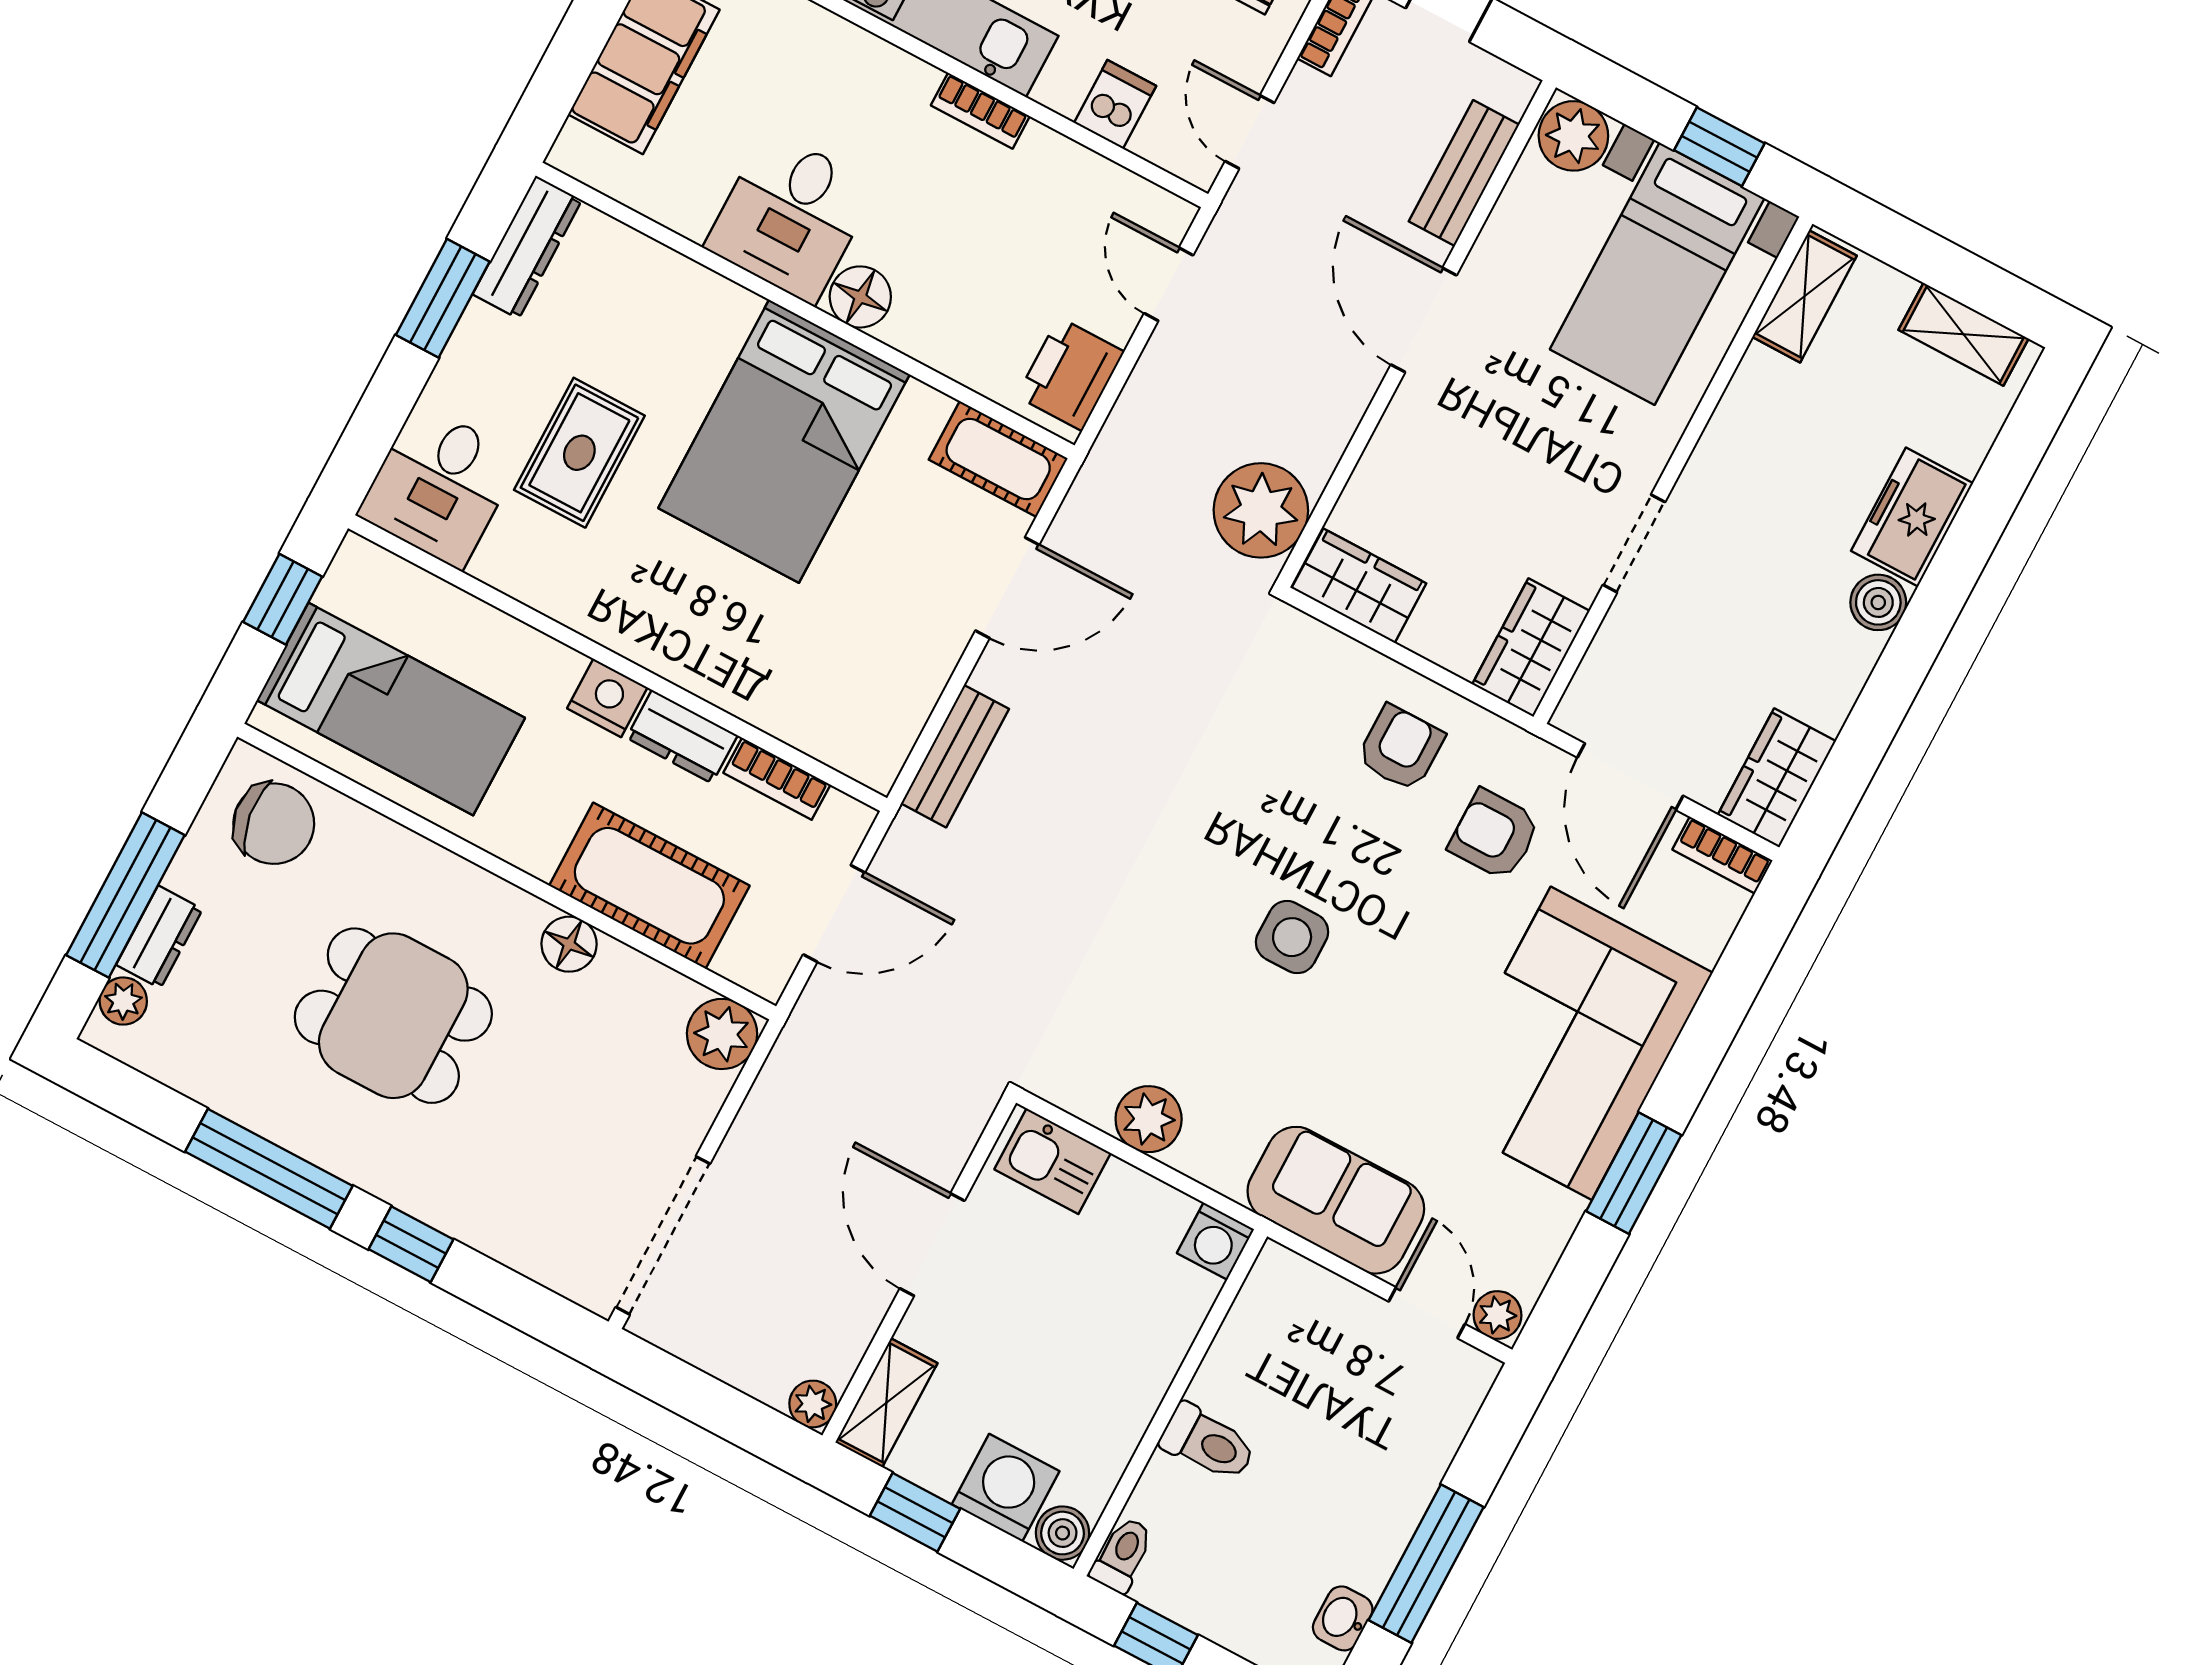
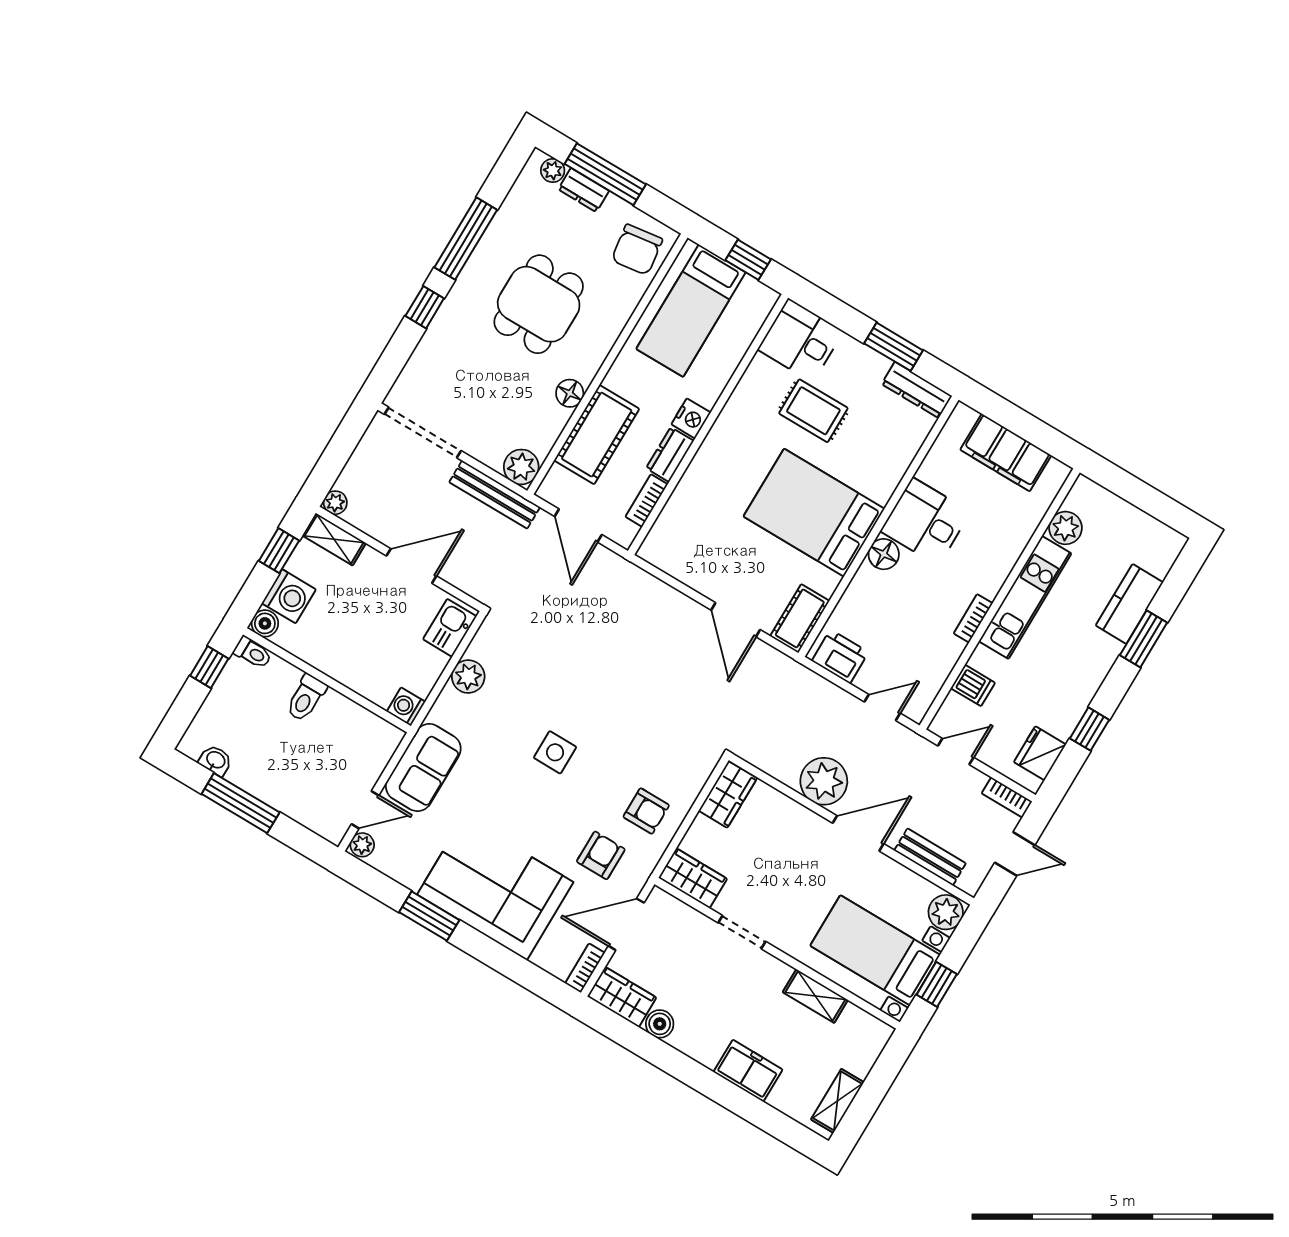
shelving: (1805, 296) -> (815, 996), moved
plant: (1261, 510) -> (824, 781), moved
boiler: (1878, 602) -> (660, 1024), moved
bench: (955, 756) -> (495, 495), moved, width x1.36

